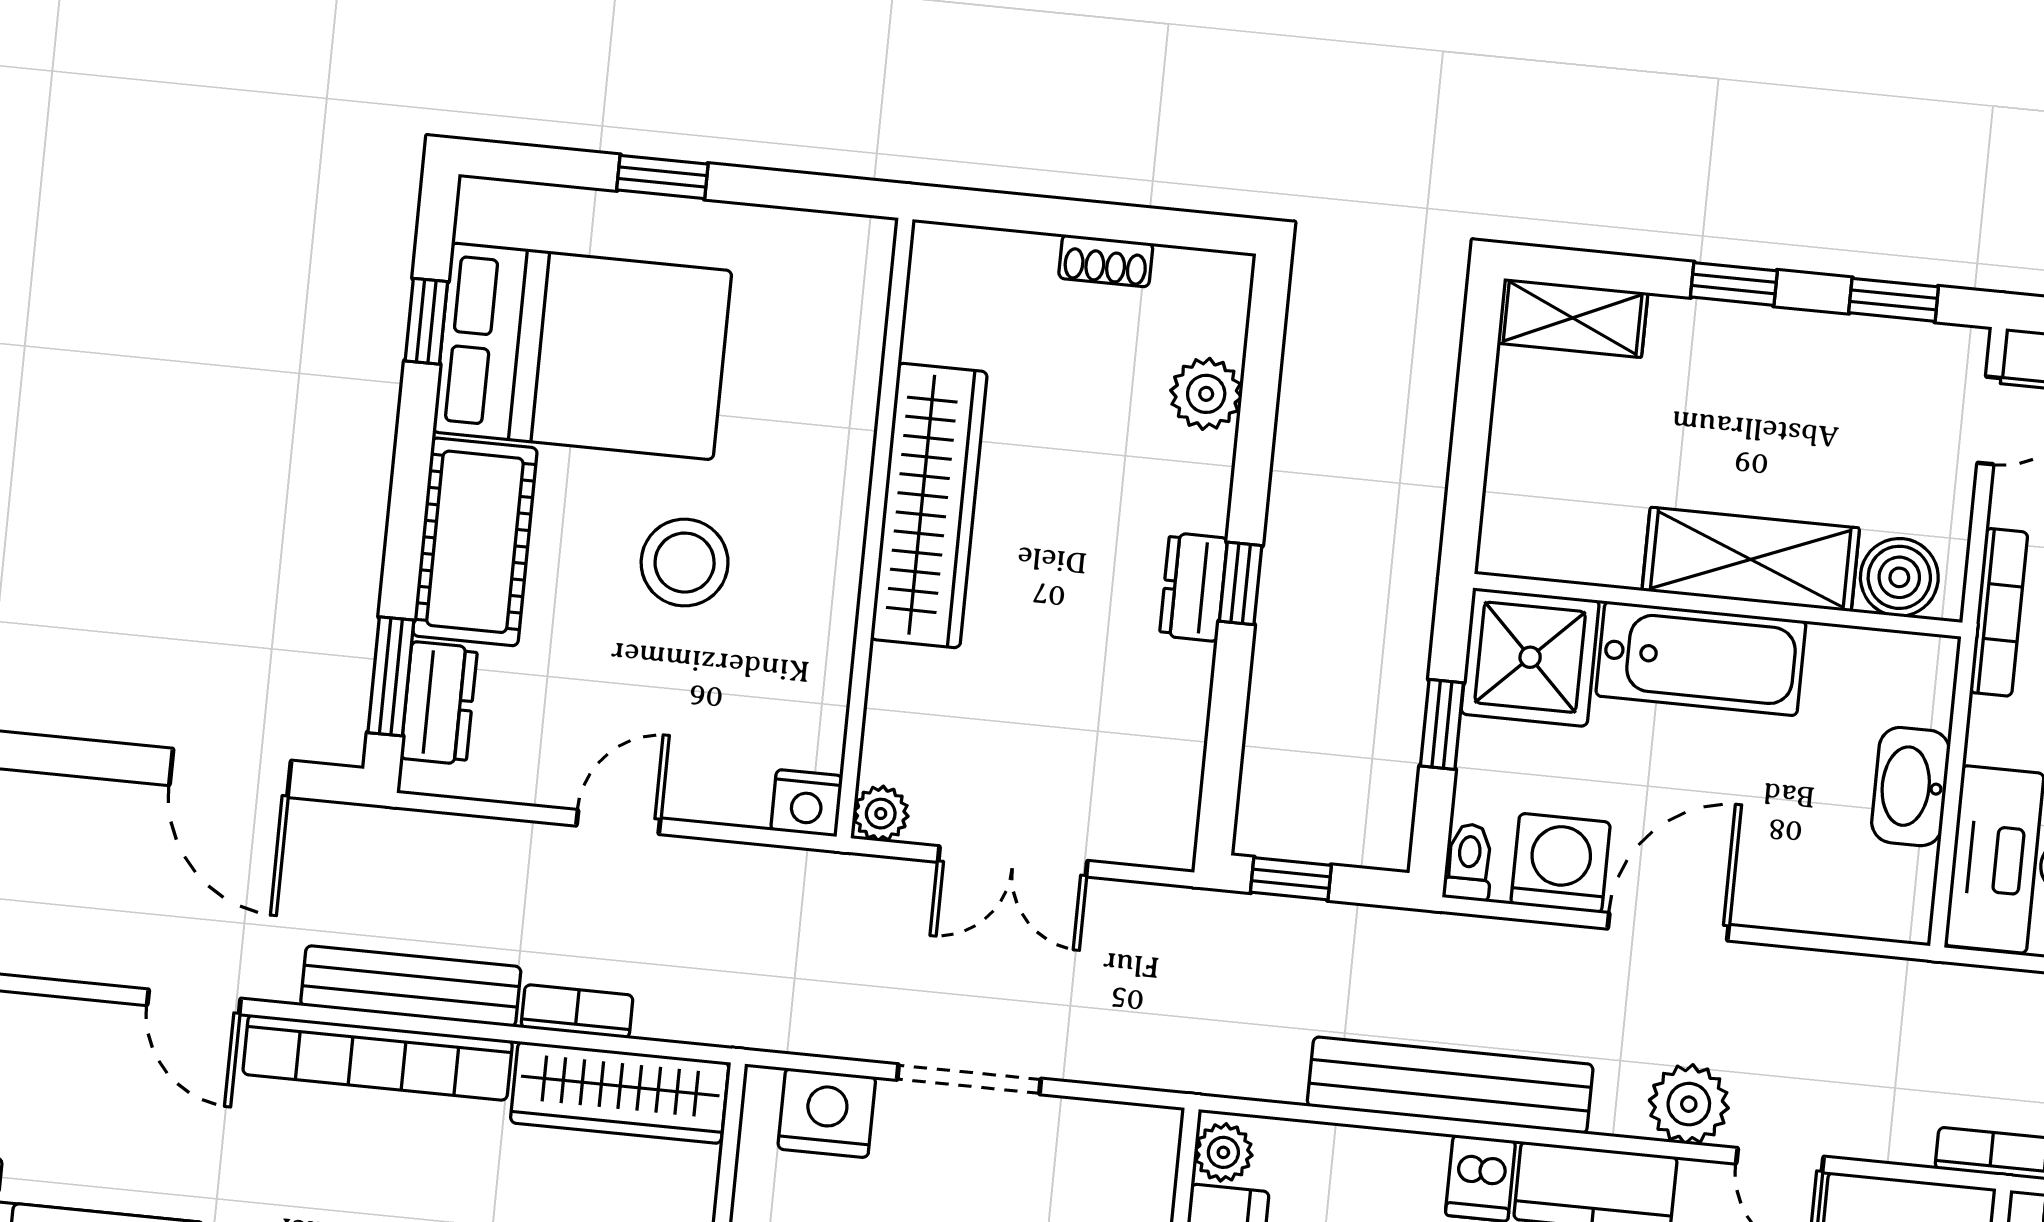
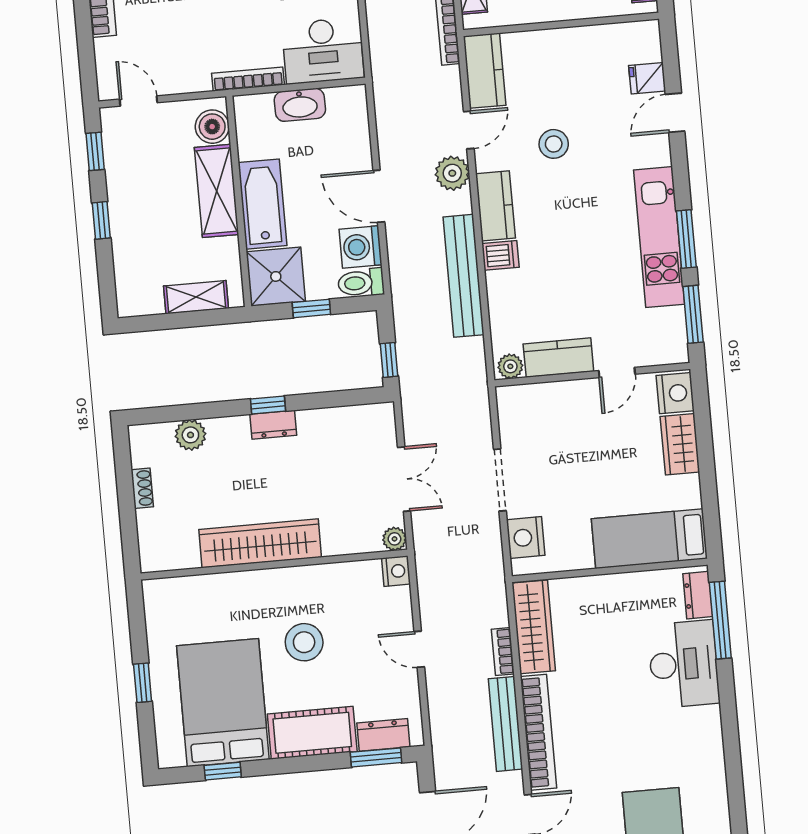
shelving: (1573, 318) -> (196, 297), moved, turned 90
bookcase: (1999, 612) -> (248, 79), moved
toilet: (1469, 862) -> (361, 283), width x1.37, depth x1.39

